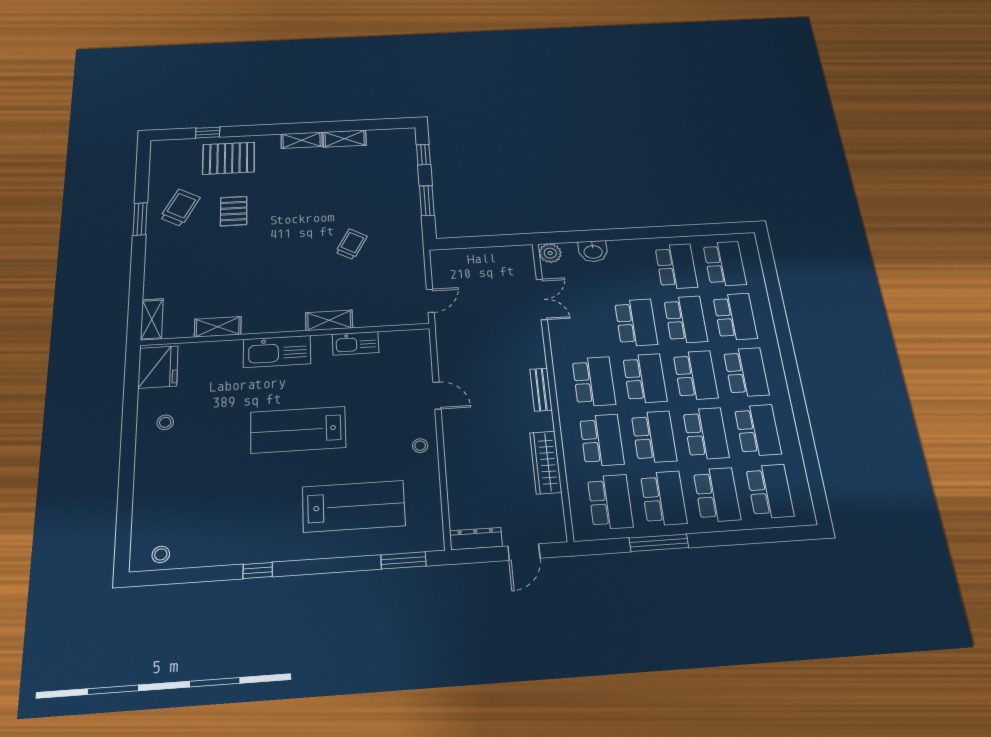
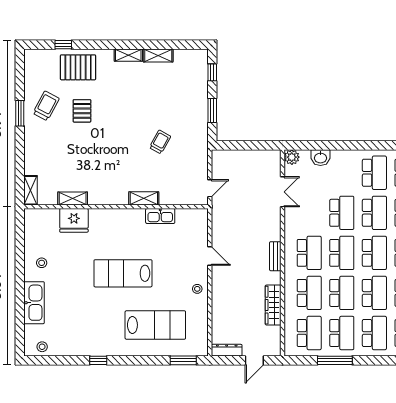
kitchen sink: (277, 351) -> (34, 303), moved, turned -90
fridge: (158, 367) -> (74, 220), moved, turned 90

